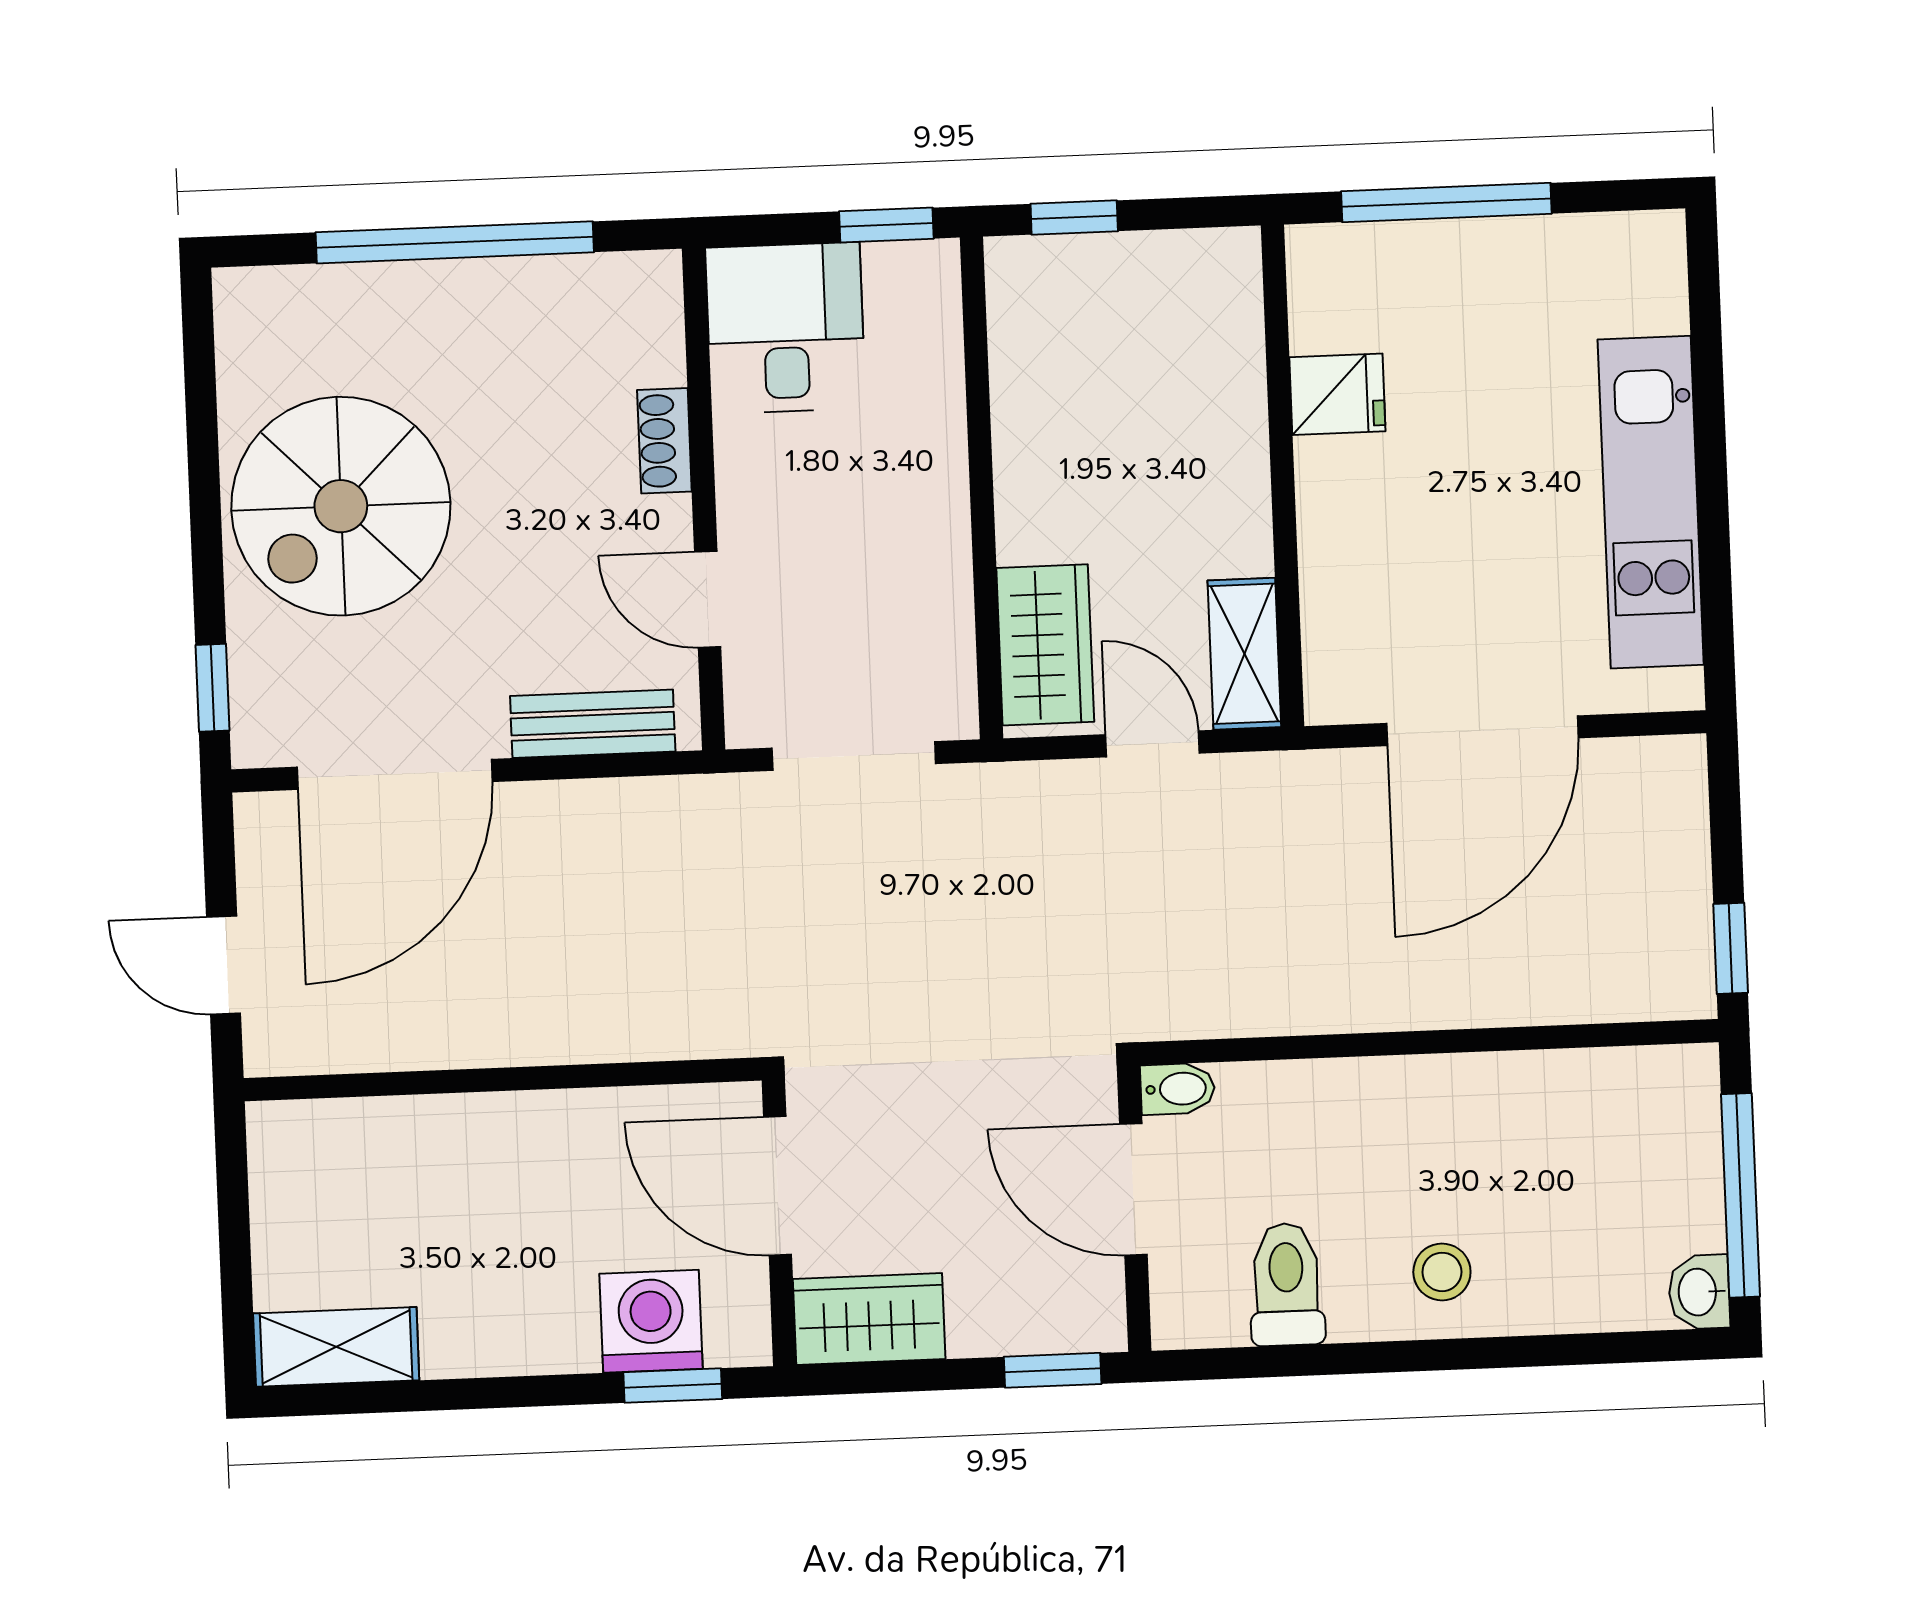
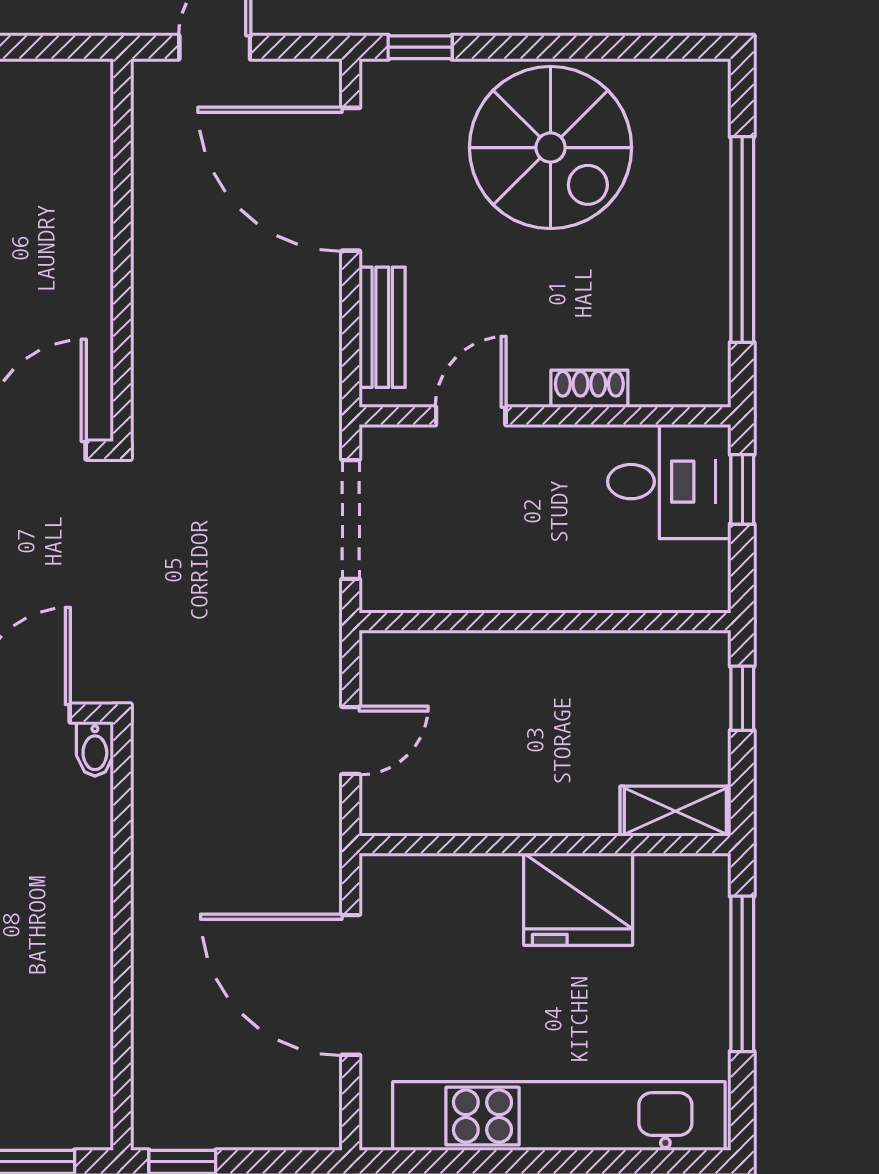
window: (886, 225) -> (742, 489), moved
fridge: (1337, 394) -> (578, 899), width x1.88, depth x1.34
kitchen unit: (1651, 502) -> (559, 1116), width x1.36
spiral stairs: (341, 506) -> (551, 148), turned 180
wardrobe: (1045, 645) -> (427, 664), removed
shelving: (1244, 654) -> (675, 811), moved

